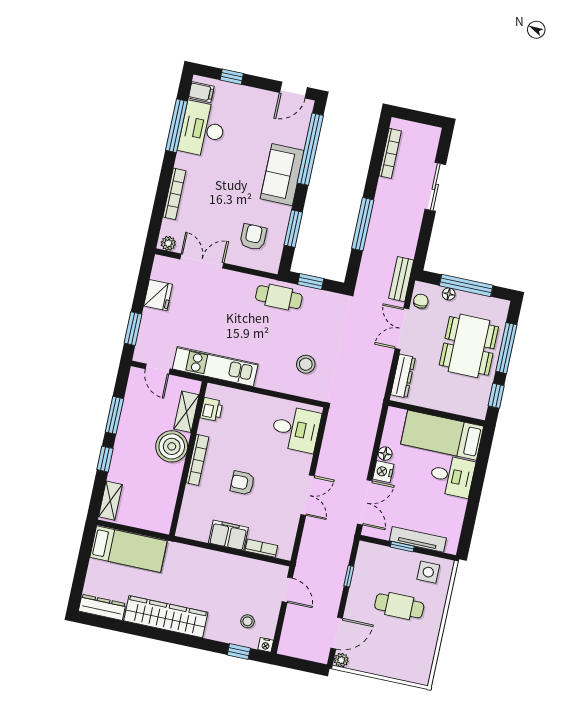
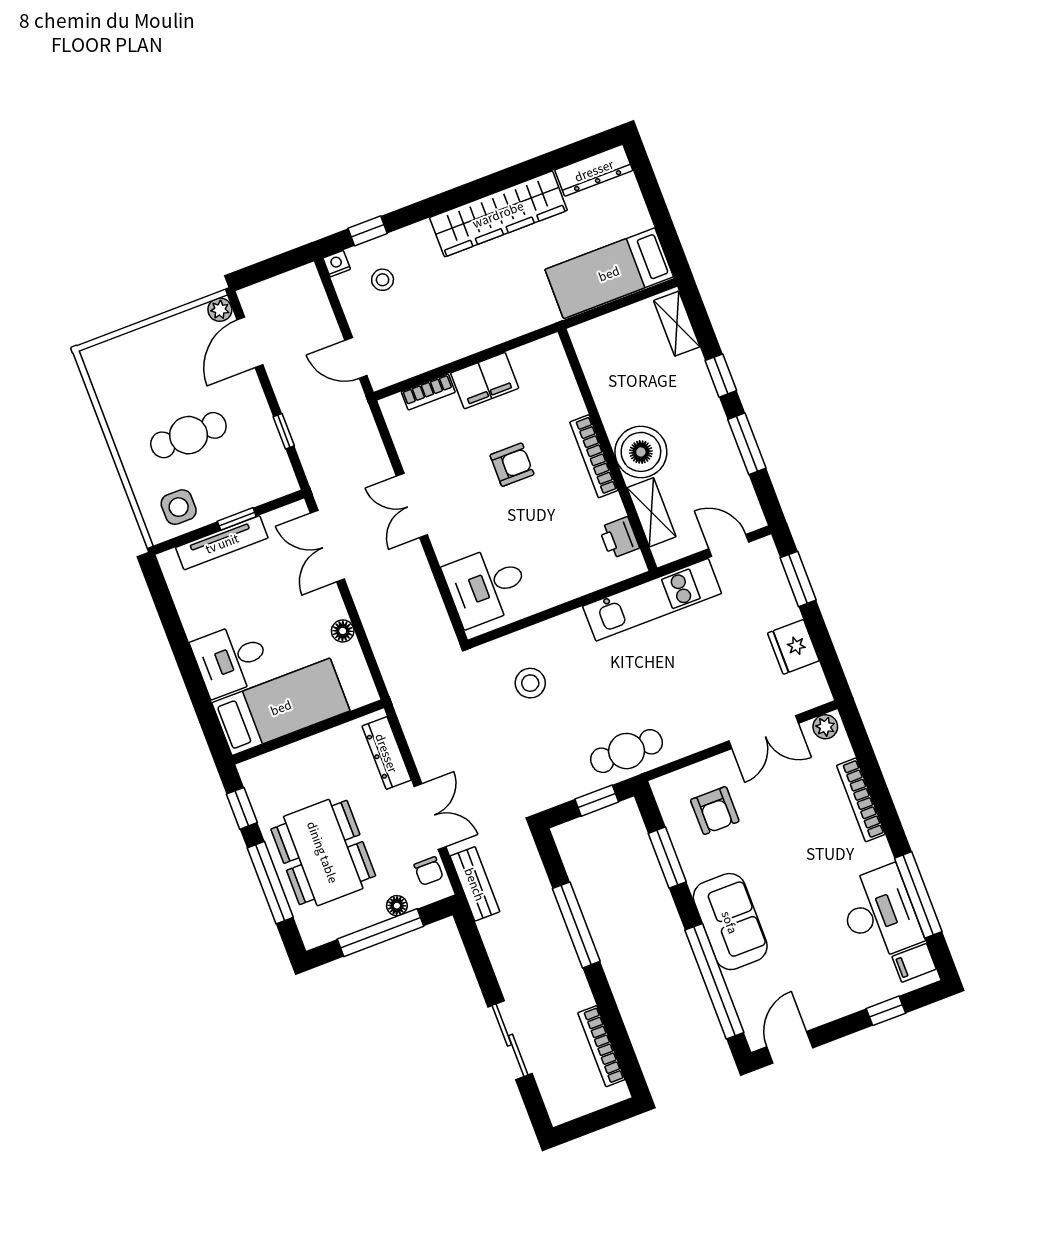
nightstand: (383, 472) -> (329, 605), removed

